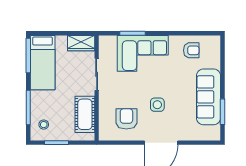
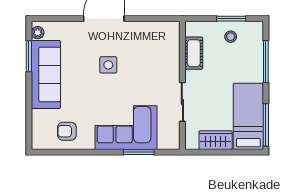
wardrobe: (81, 43) -> (216, 140), moved
cot: (85, 114) -> (194, 53), width x0.73, depth x0.75
armchair: (126, 119) -> (146, 48), removed
stool: (44, 125) -> (231, 37), moved
plant: (215, 131) -> (38, 33), added

